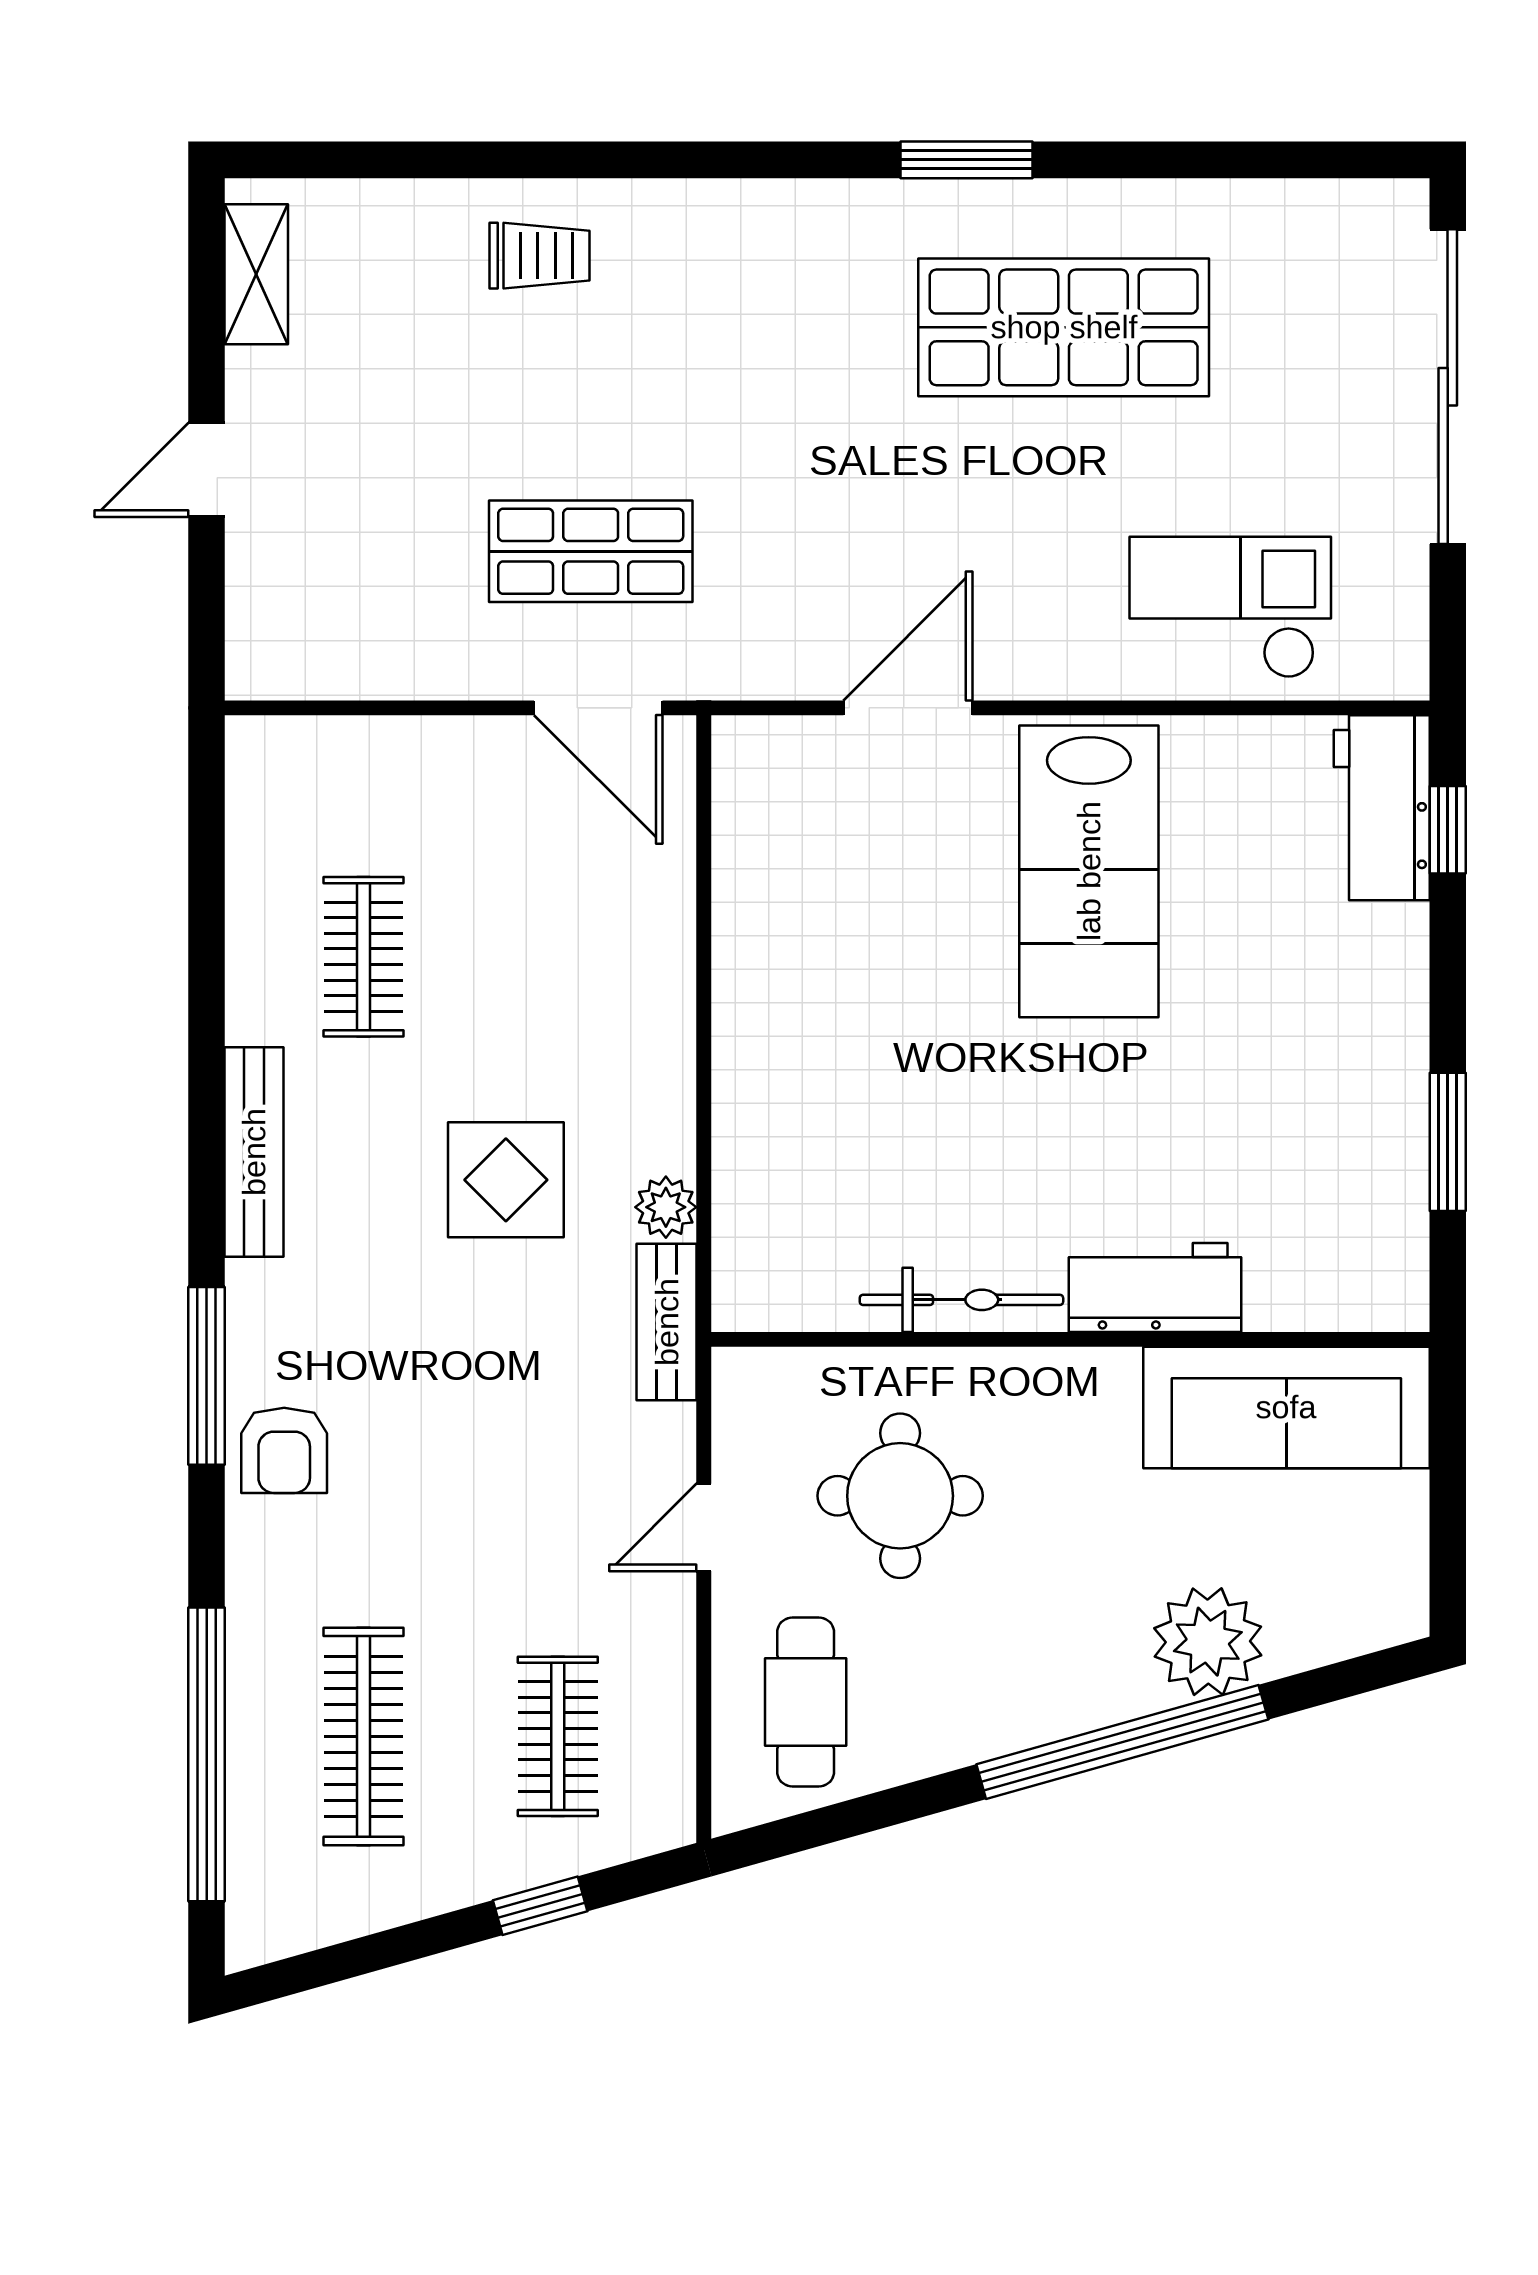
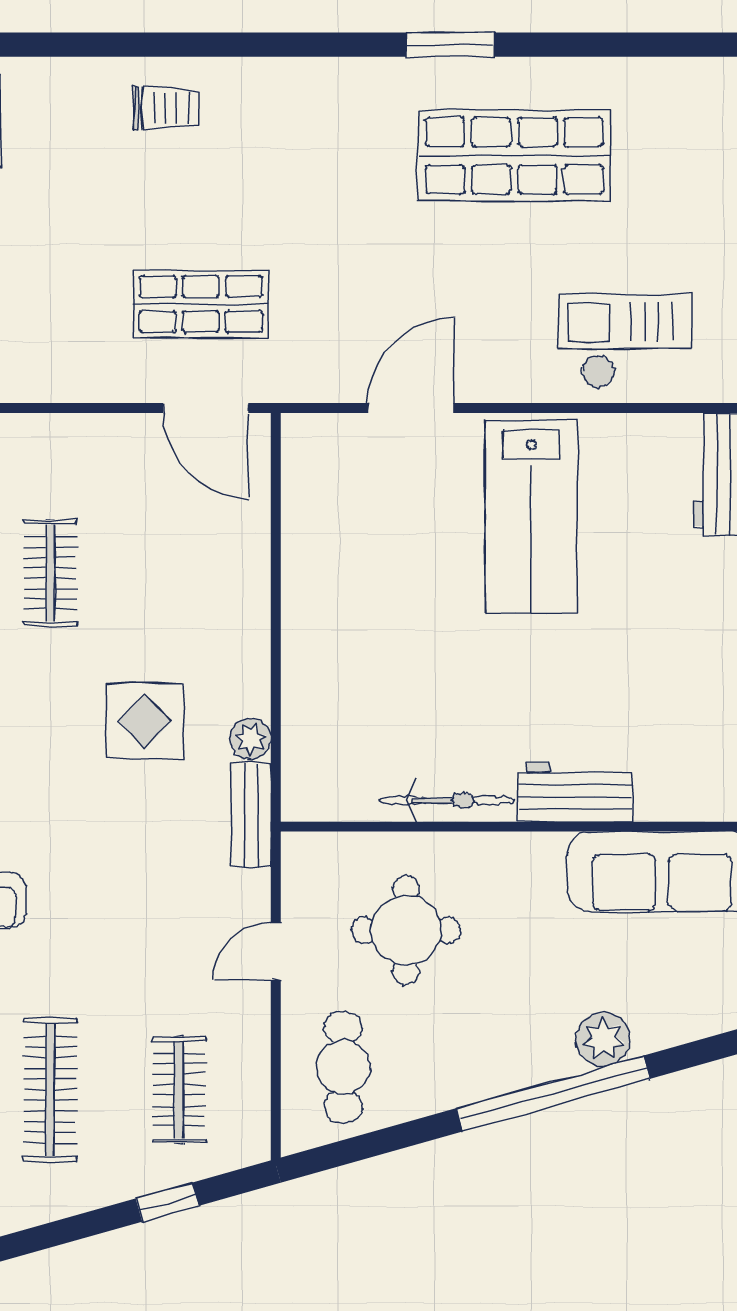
plant: (1208, 1642) -> (603, 1039), width x0.73, depth x0.73

